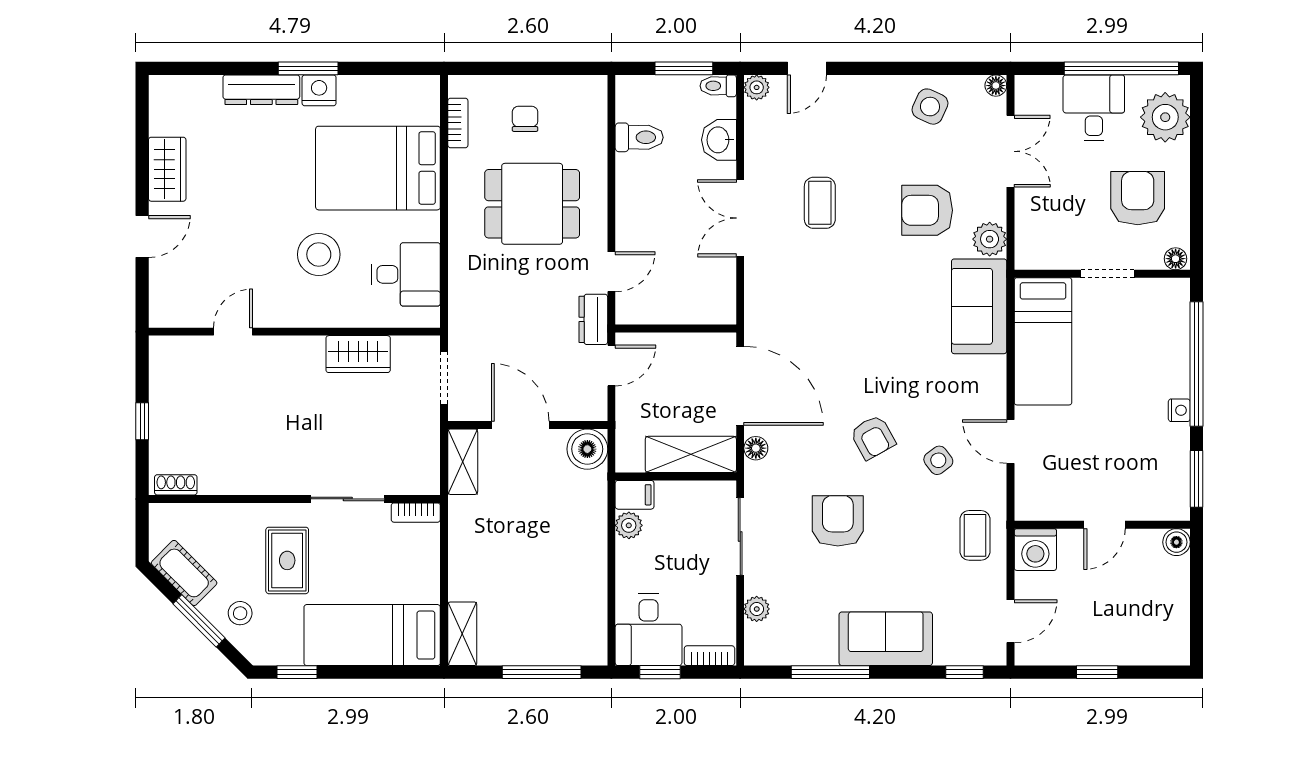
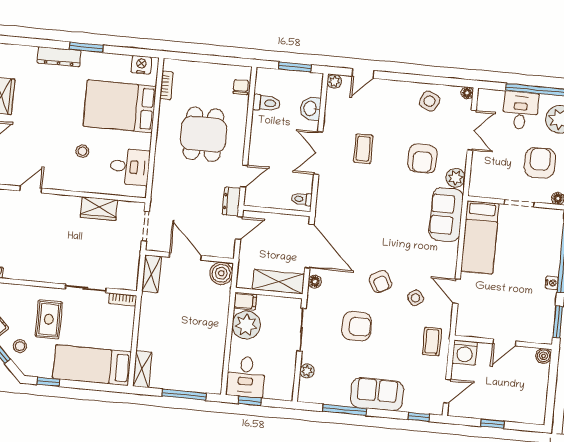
toilet: (718, 86) -> (302, 199), moved
nightstand: (319, 90) -> (141, 65), moved
chair: (525, 119) -> (241, 87), moved
dining table: (532, 204) -> (203, 134), turned 90
armchair: (927, 210) -> (422, 159), turned -90
stool: (319, 254) -> (82, 151), width x0.53, depth x0.53
armchair: (838, 521) -> (357, 326), turned 90
plant: (629, 525) -> (246, 325), width x1.88, depth x1.88
bookcase: (709, 656) -> (278, 394), removed

